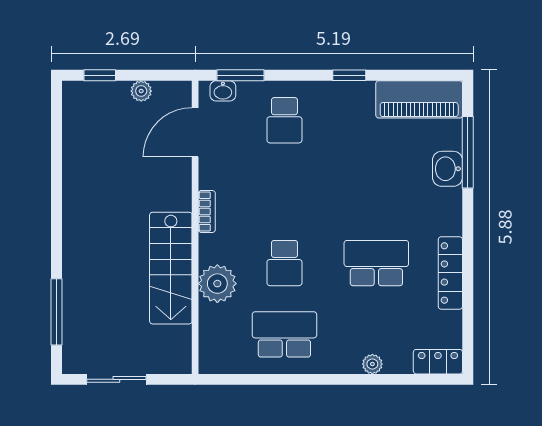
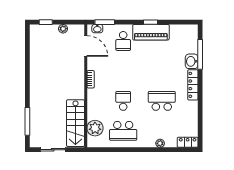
piano: (419, 99) -> (151, 32), moved
door: (195, 132) -> (86, 46), swing flipped
school desk: (284, 263) -> (123, 101), turned 180
stairs: (171, 268) -> (75, 123), moved
locker: (450, 273) -> (193, 85), moved
plant: (217, 284) -> (95, 128), moved
school desk: (284, 334) -> (123, 131), turned 180

